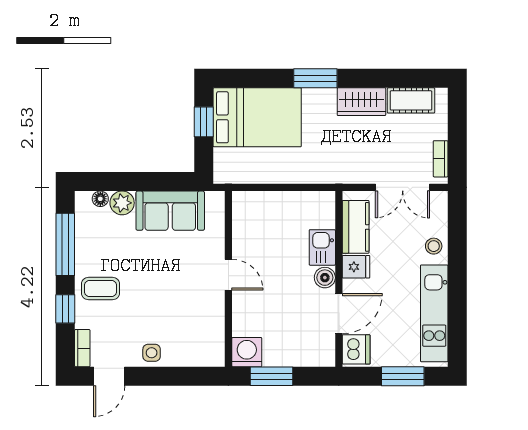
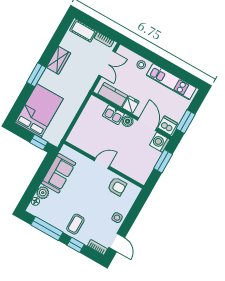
cot: (411, 100) -> (83, 31), moved, turned 90
window: (204, 122) -> (39, 142), moved
armchair: (204, 323) -> (117, 186), added
washing machine: (247, 352) -> (160, 142), moved
window: (271, 376) -> (163, 161), moved
window: (403, 376) -> (186, 122), moved

